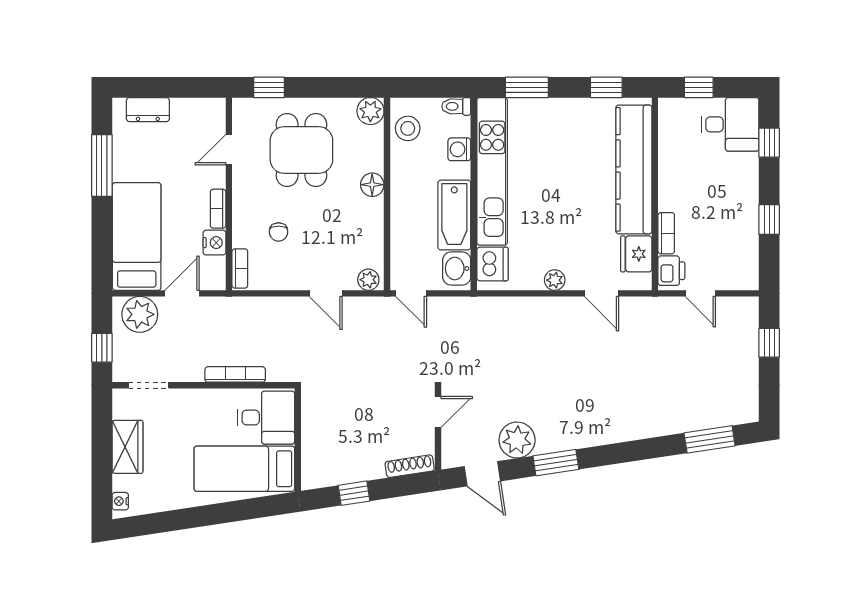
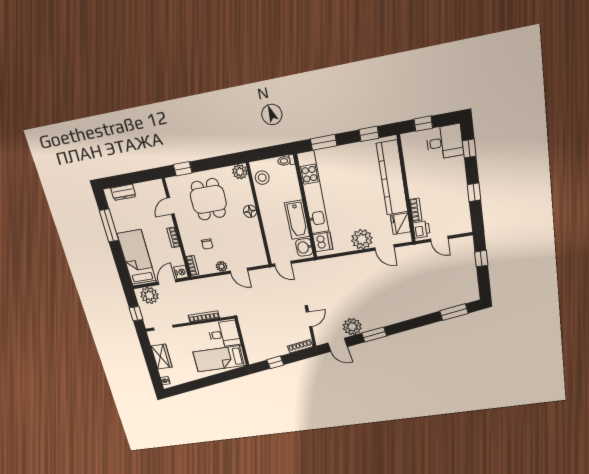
washing machine: (459, 149) -> (293, 184), removed
nightstand: (214, 243) -> (181, 272), moved
plant: (368, 280) -> (222, 266), moved
plant: (555, 280) -> (362, 239), width x1.87, depth x1.87

